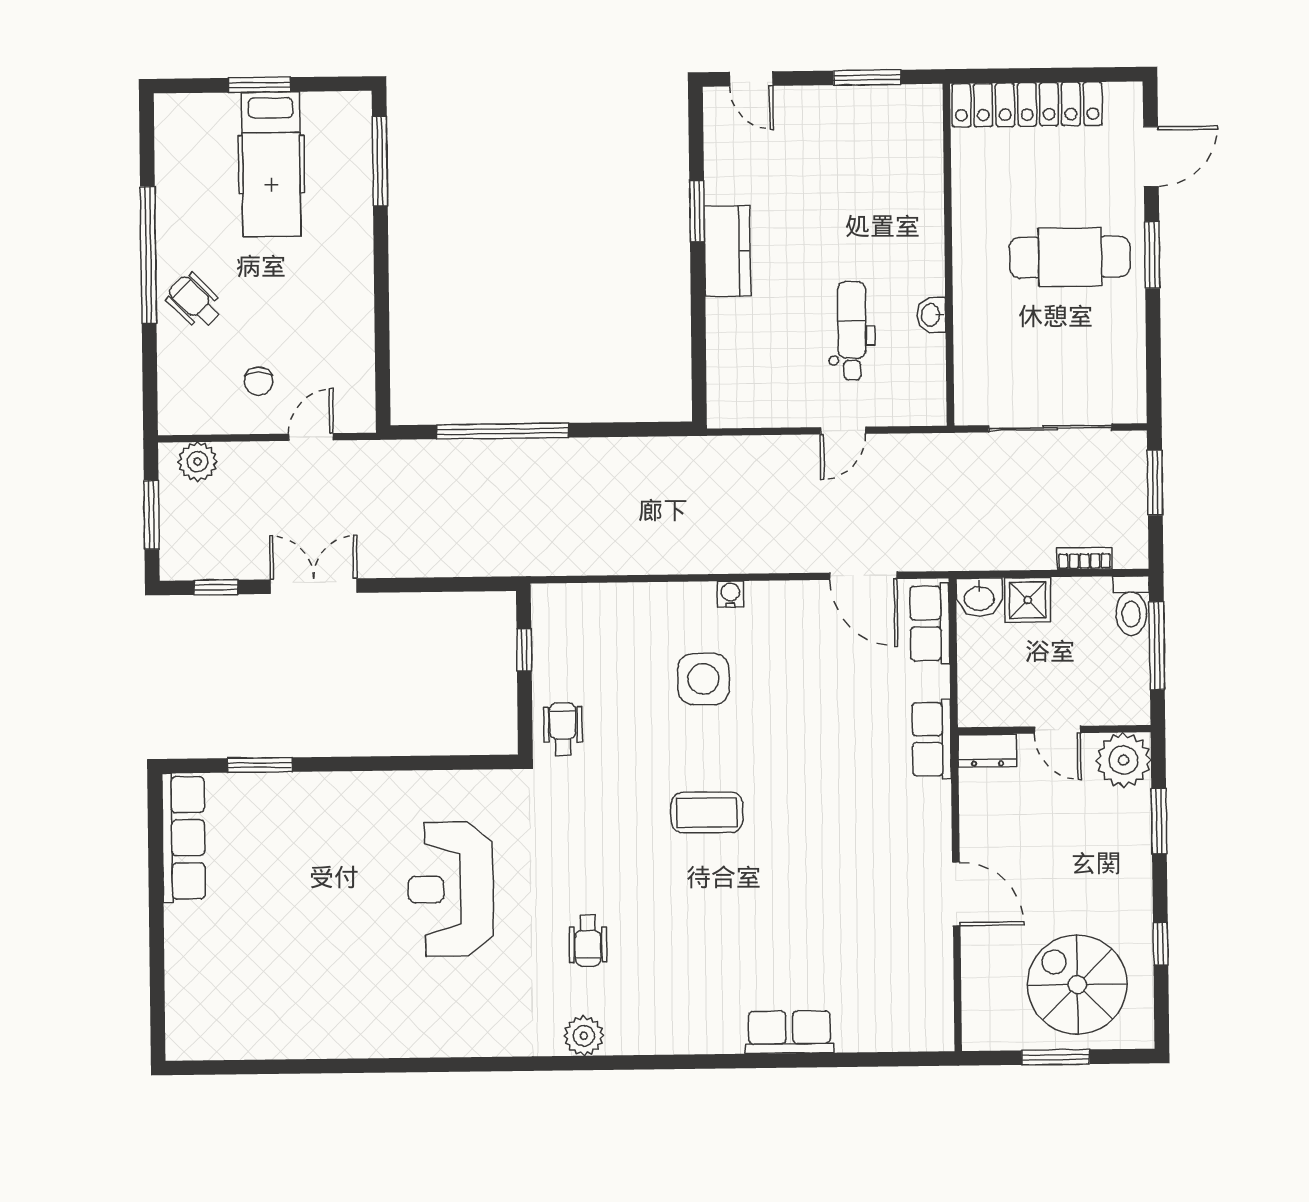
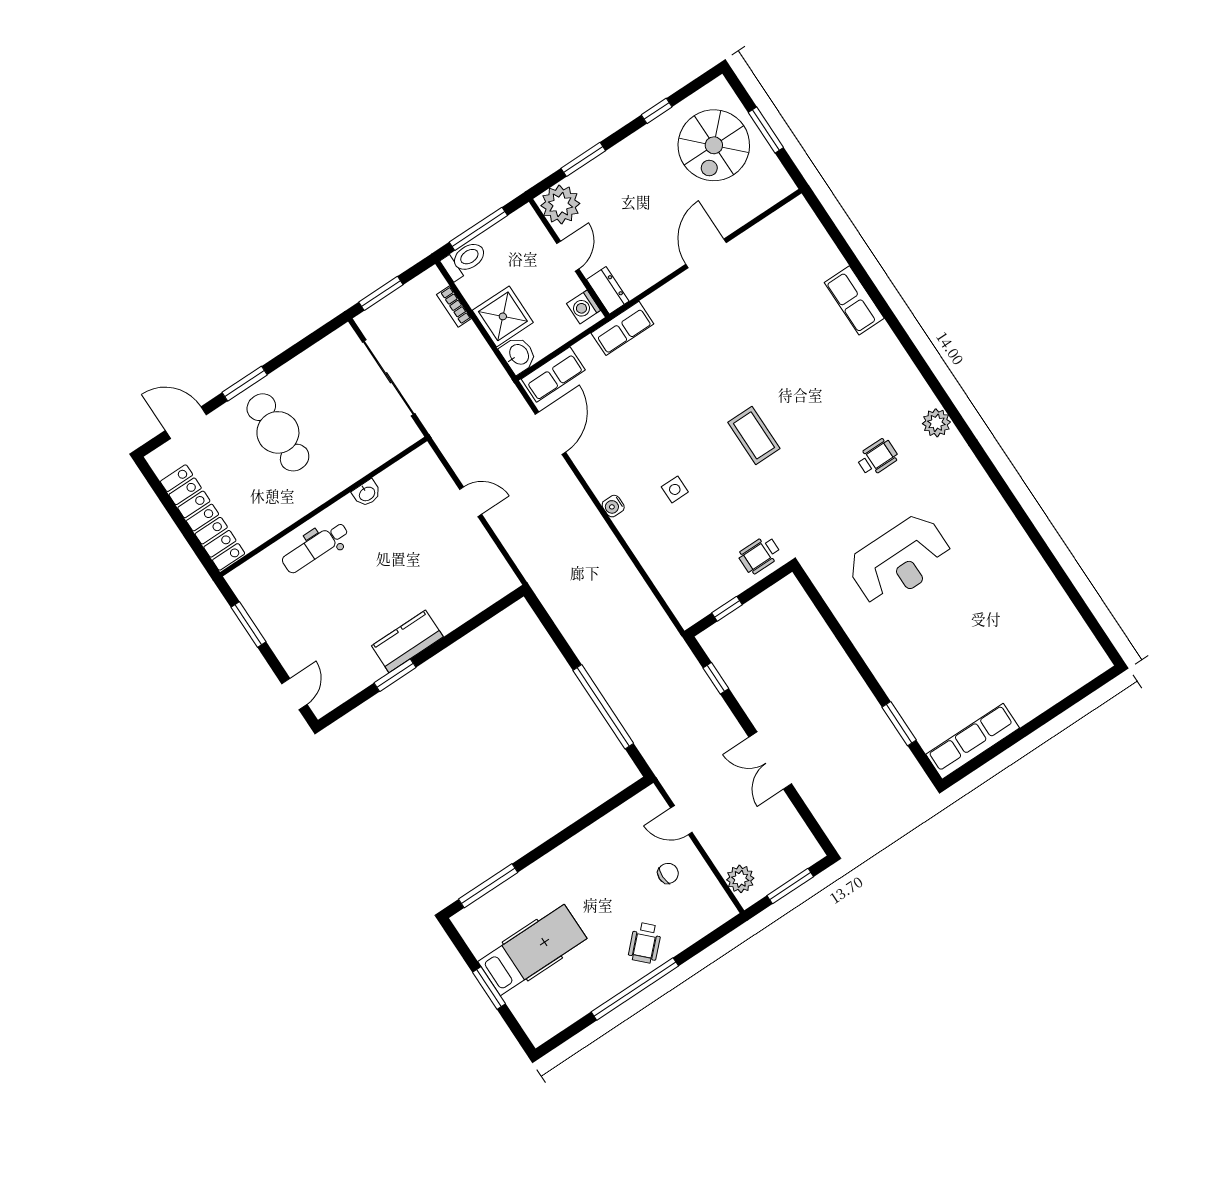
dental chair: (852, 331) -> (315, 547), moved
window: (216, 587) -> (716, 678), moved
shower: (1028, 600) -> (503, 316), width x1.36, depth x1.36
side table: (703, 679) -> (675, 489), width x0.54, depth x0.54
washing machine: (986, 710) -> (584, 307), added

